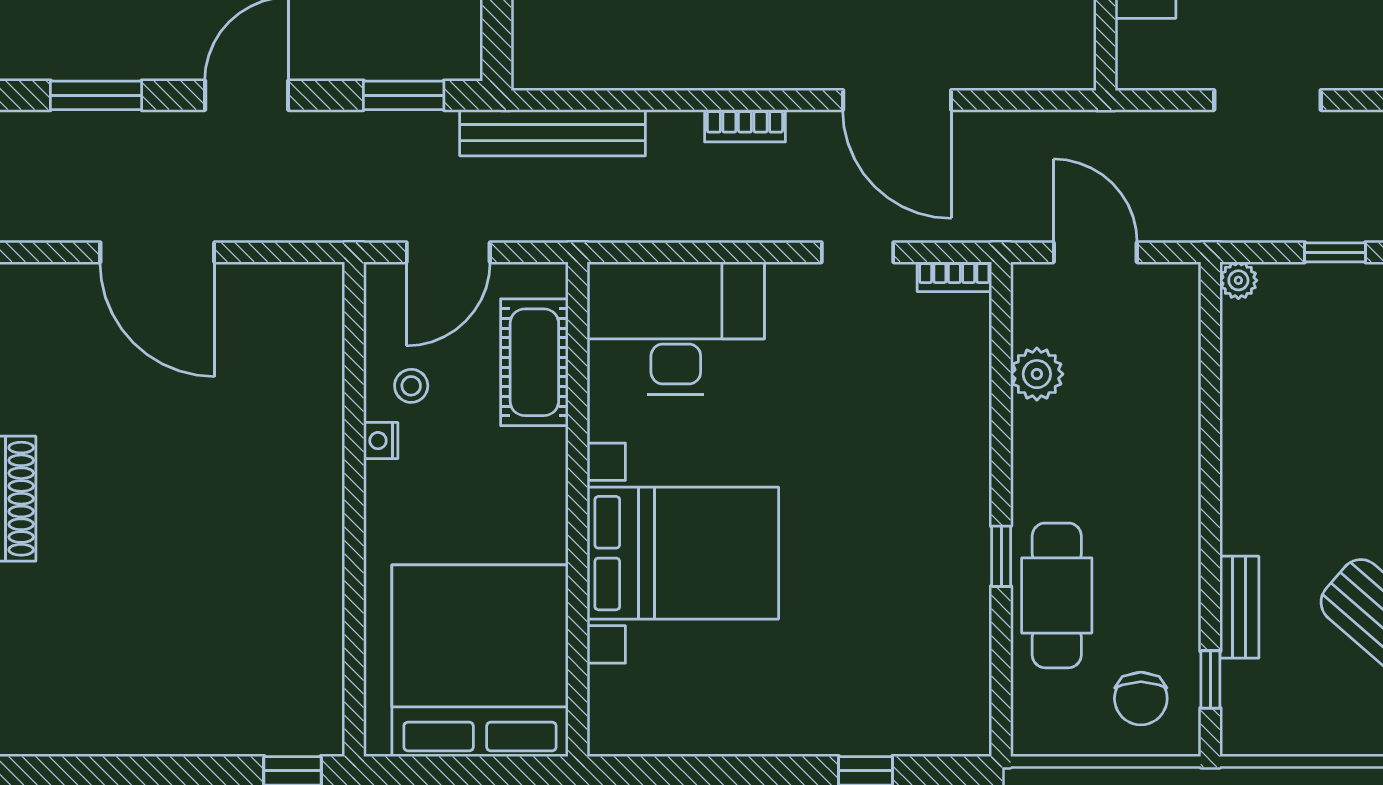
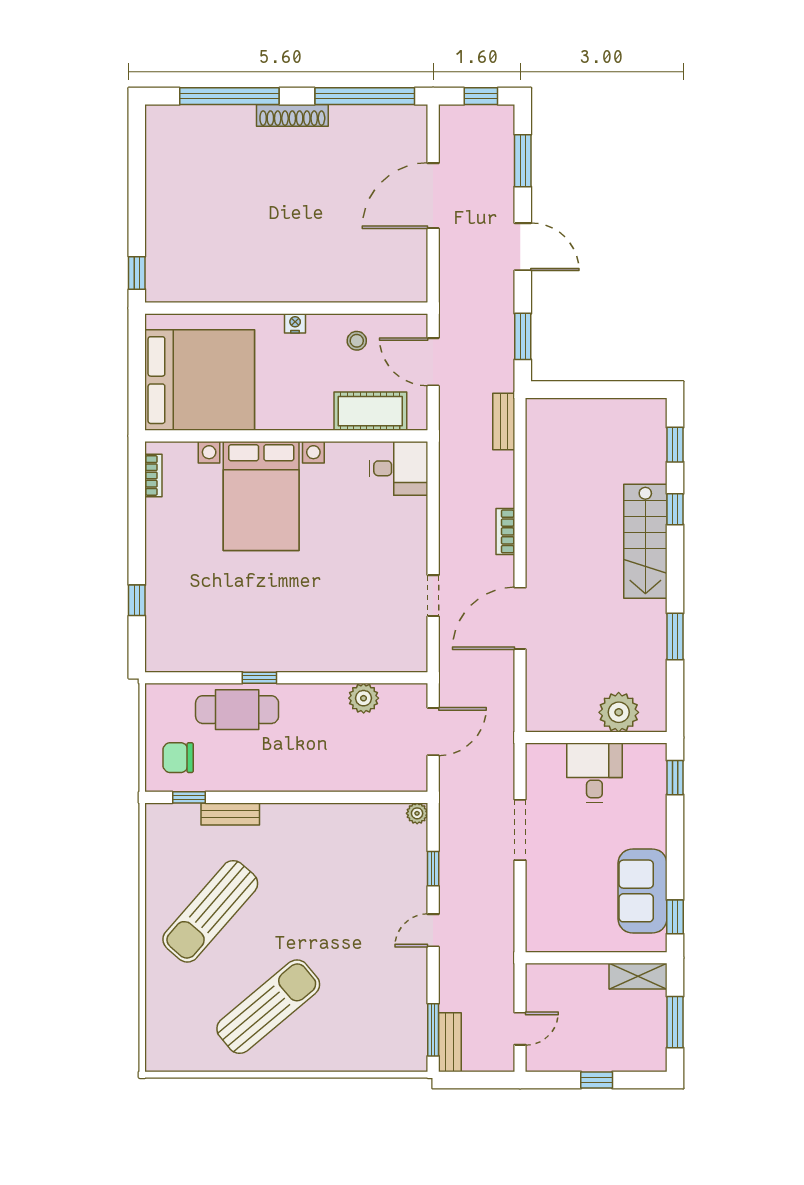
bench: (553, 133) -> (504, 422), width x0.54, depth x0.82
bookcase: (954, 277) -> (153, 475), moved, turned 180
desk: (676, 328) -> (398, 468), width x0.53, depth x0.77
nightstand: (381, 441) -> (295, 323), moved

